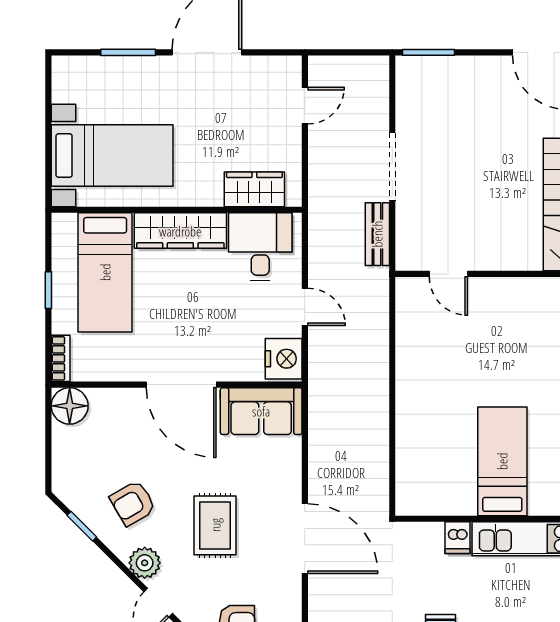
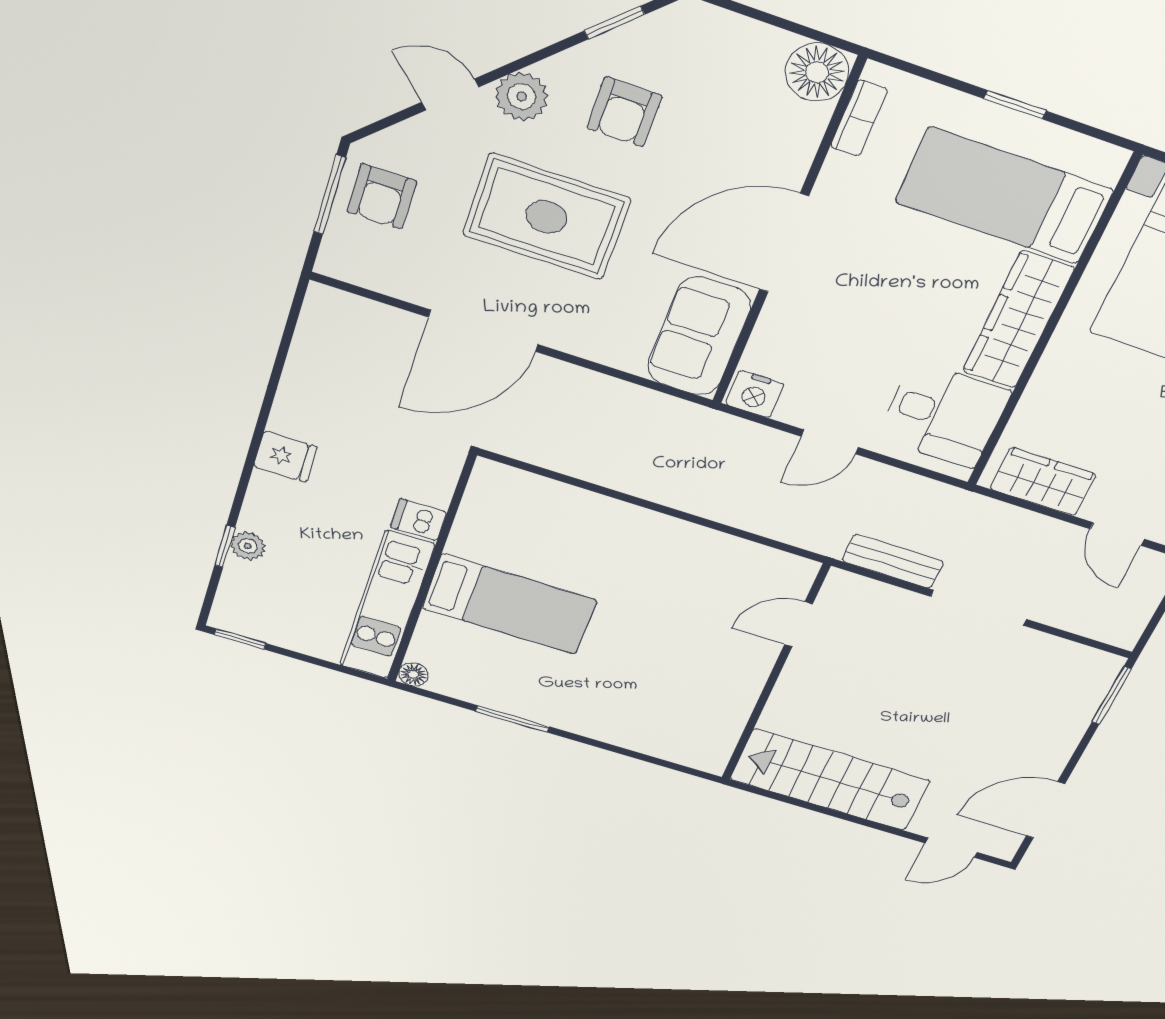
wardrobe: (254, 189) -> (1043, 482), moved, turned -90
bookcase: (61, 358) -> (859, 118), moved, turned -90
nightstand: (284, 359) -> (755, 394), width x0.74, depth x0.75
armchair: (133, 503) -> (624, 112), turned -150
rug: (215, 525) -> (546, 217), width x1.36, depth x1.43

